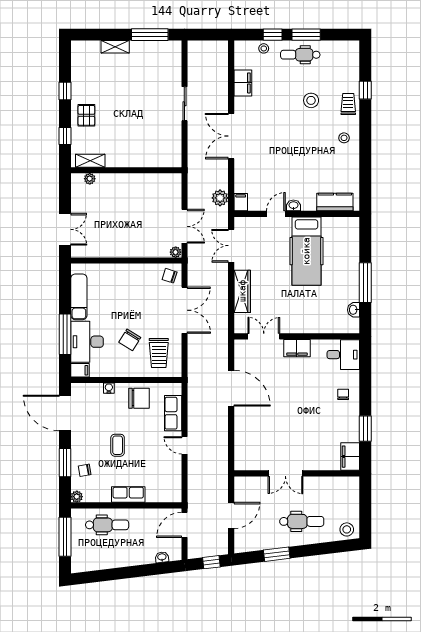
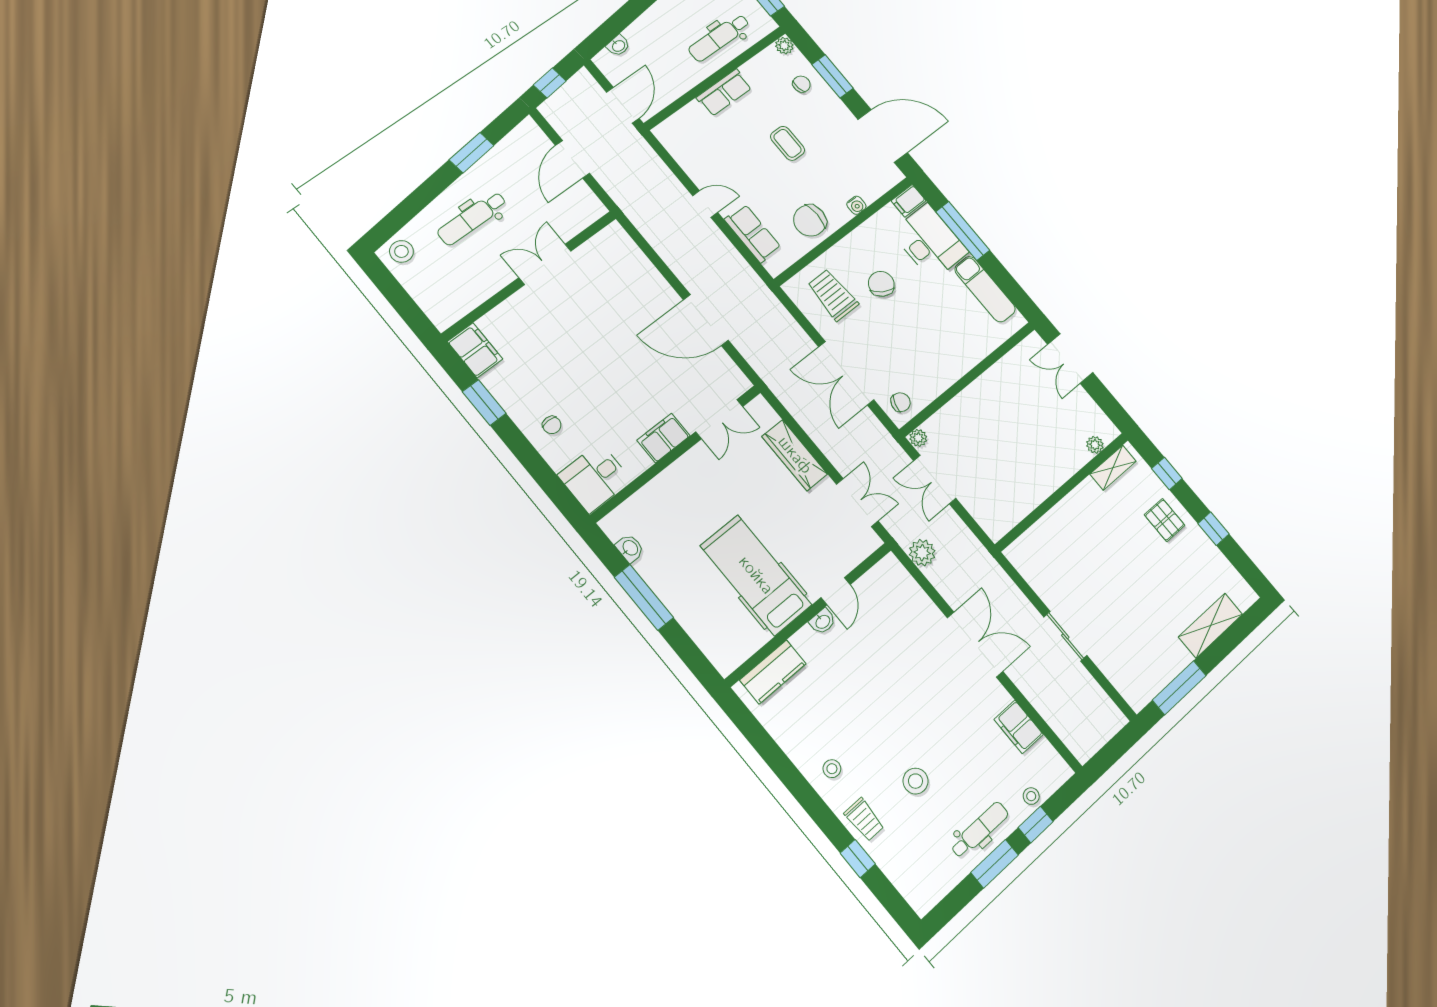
shelving: (115, 47) -> (1211, 626), width x1.50, depth x1.33
filing cabinet: (241, 202) -> (892, 569), removed

